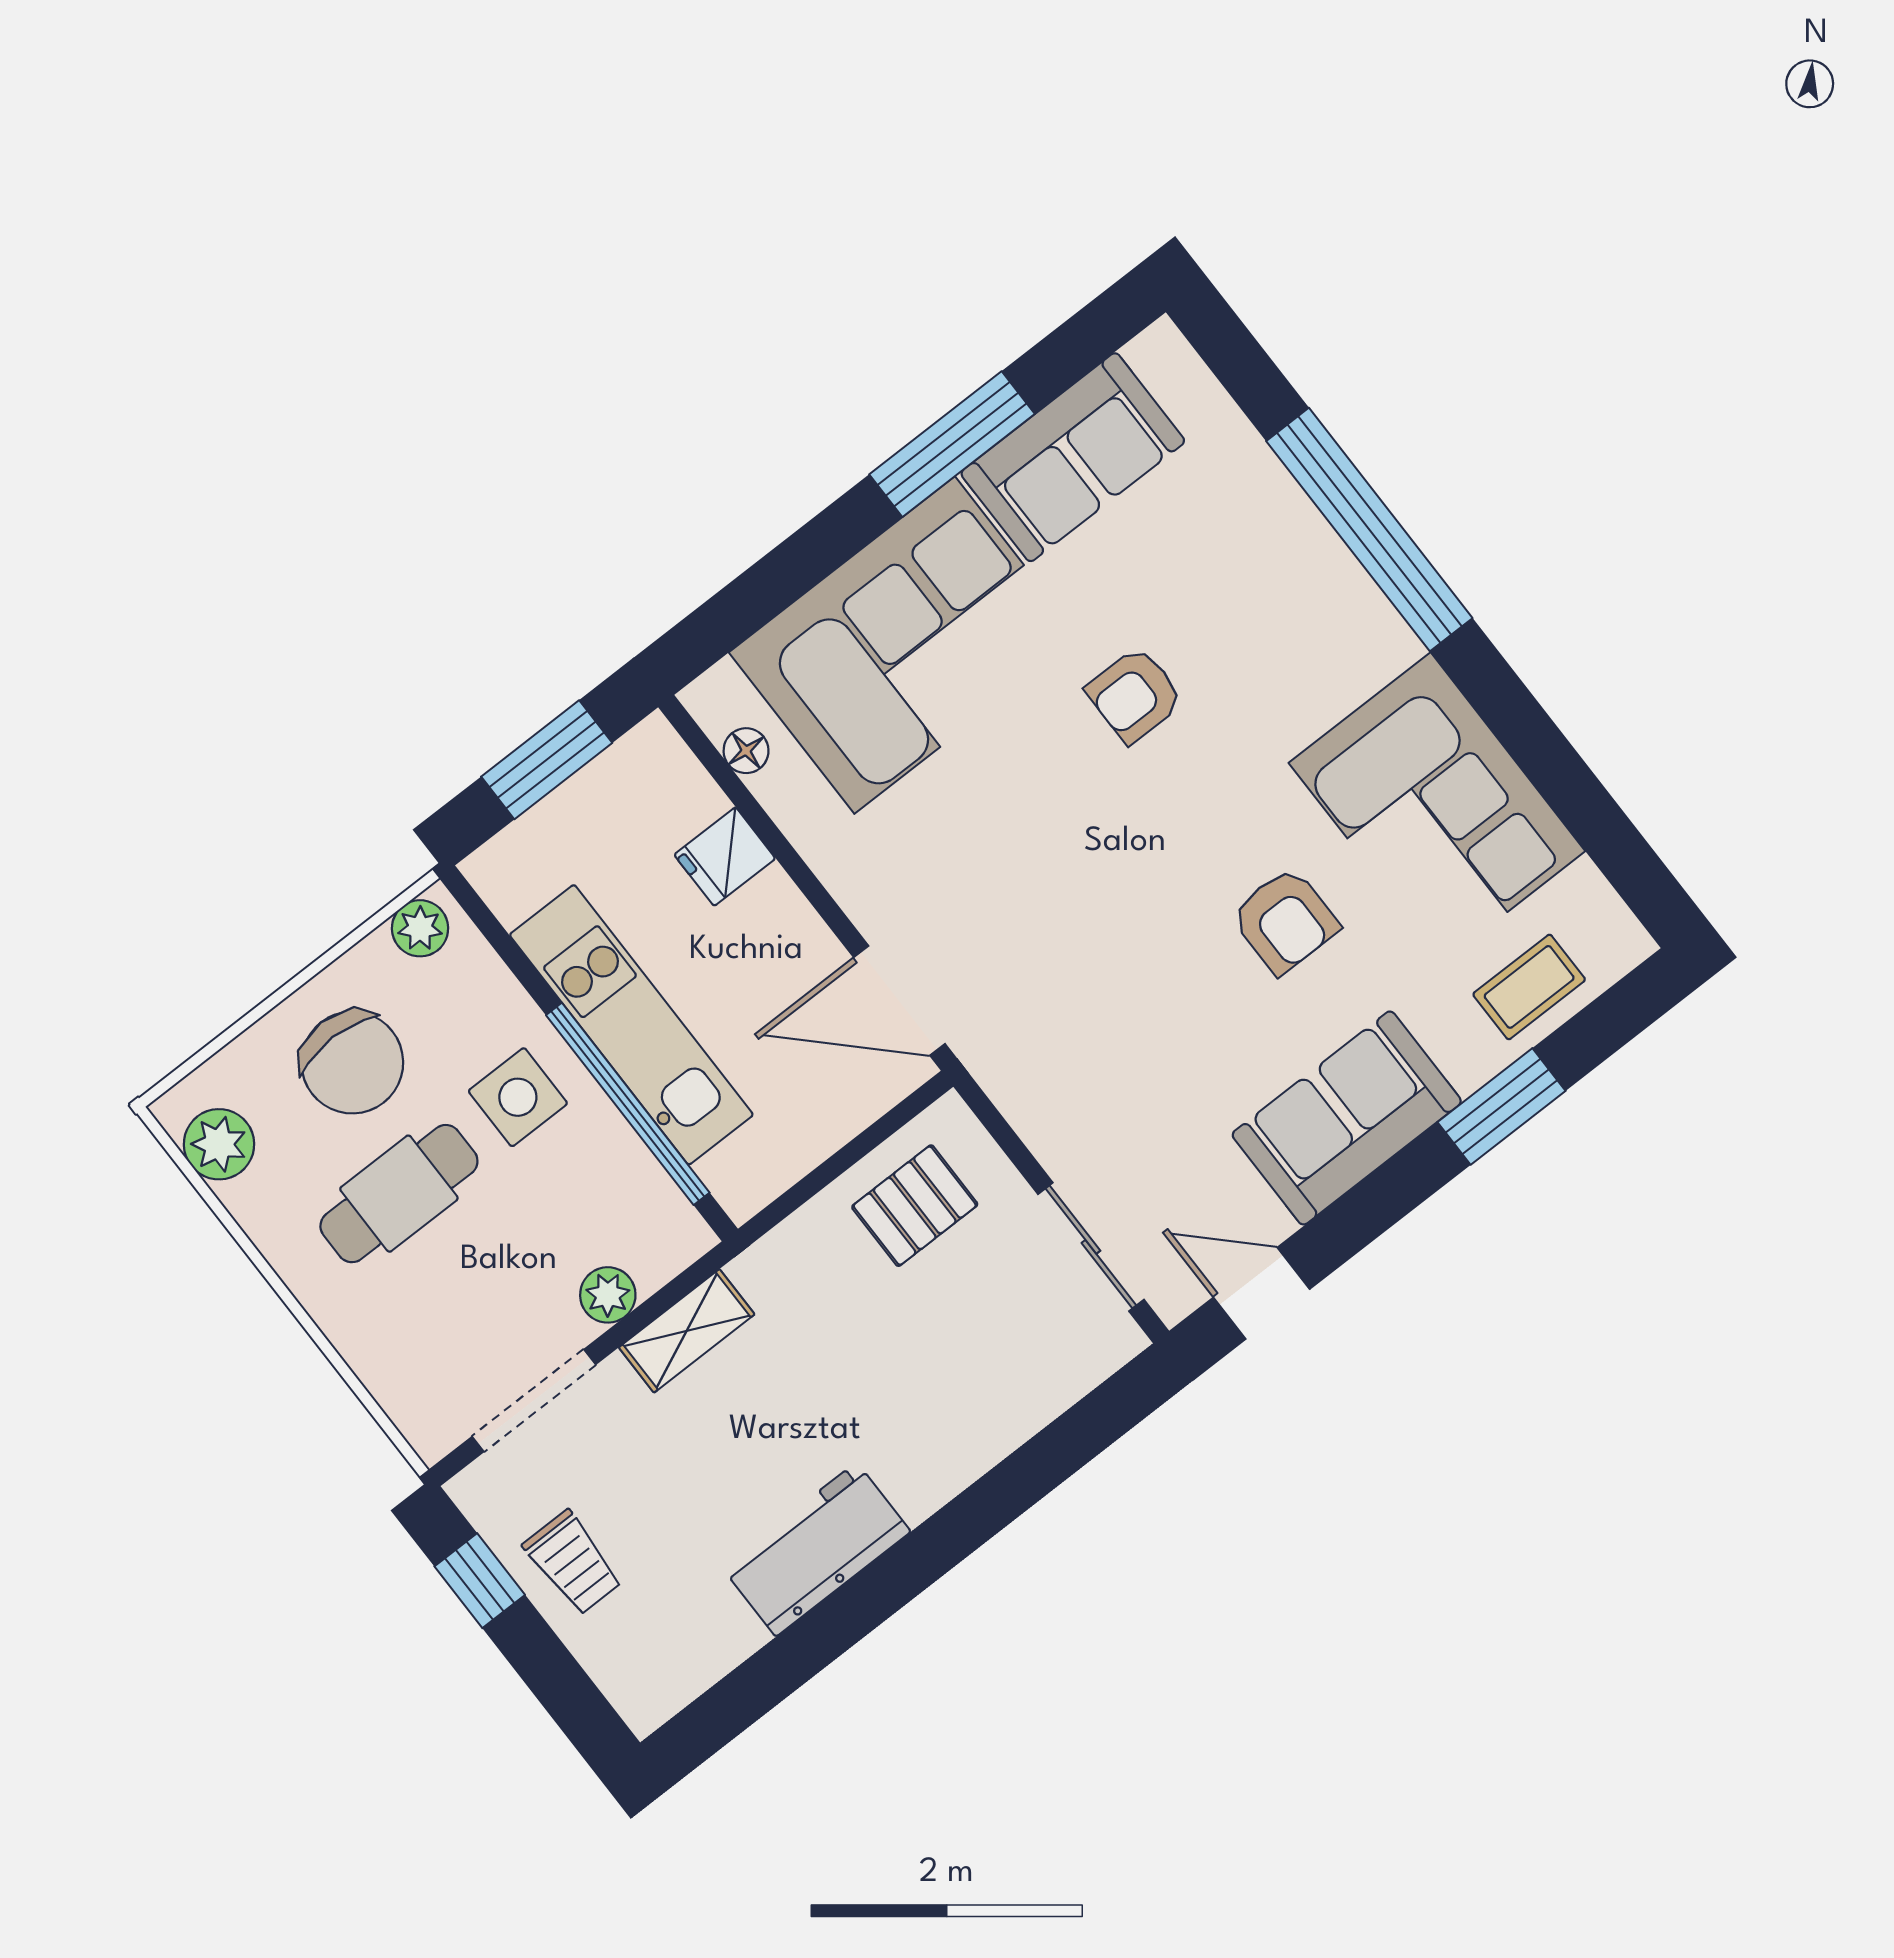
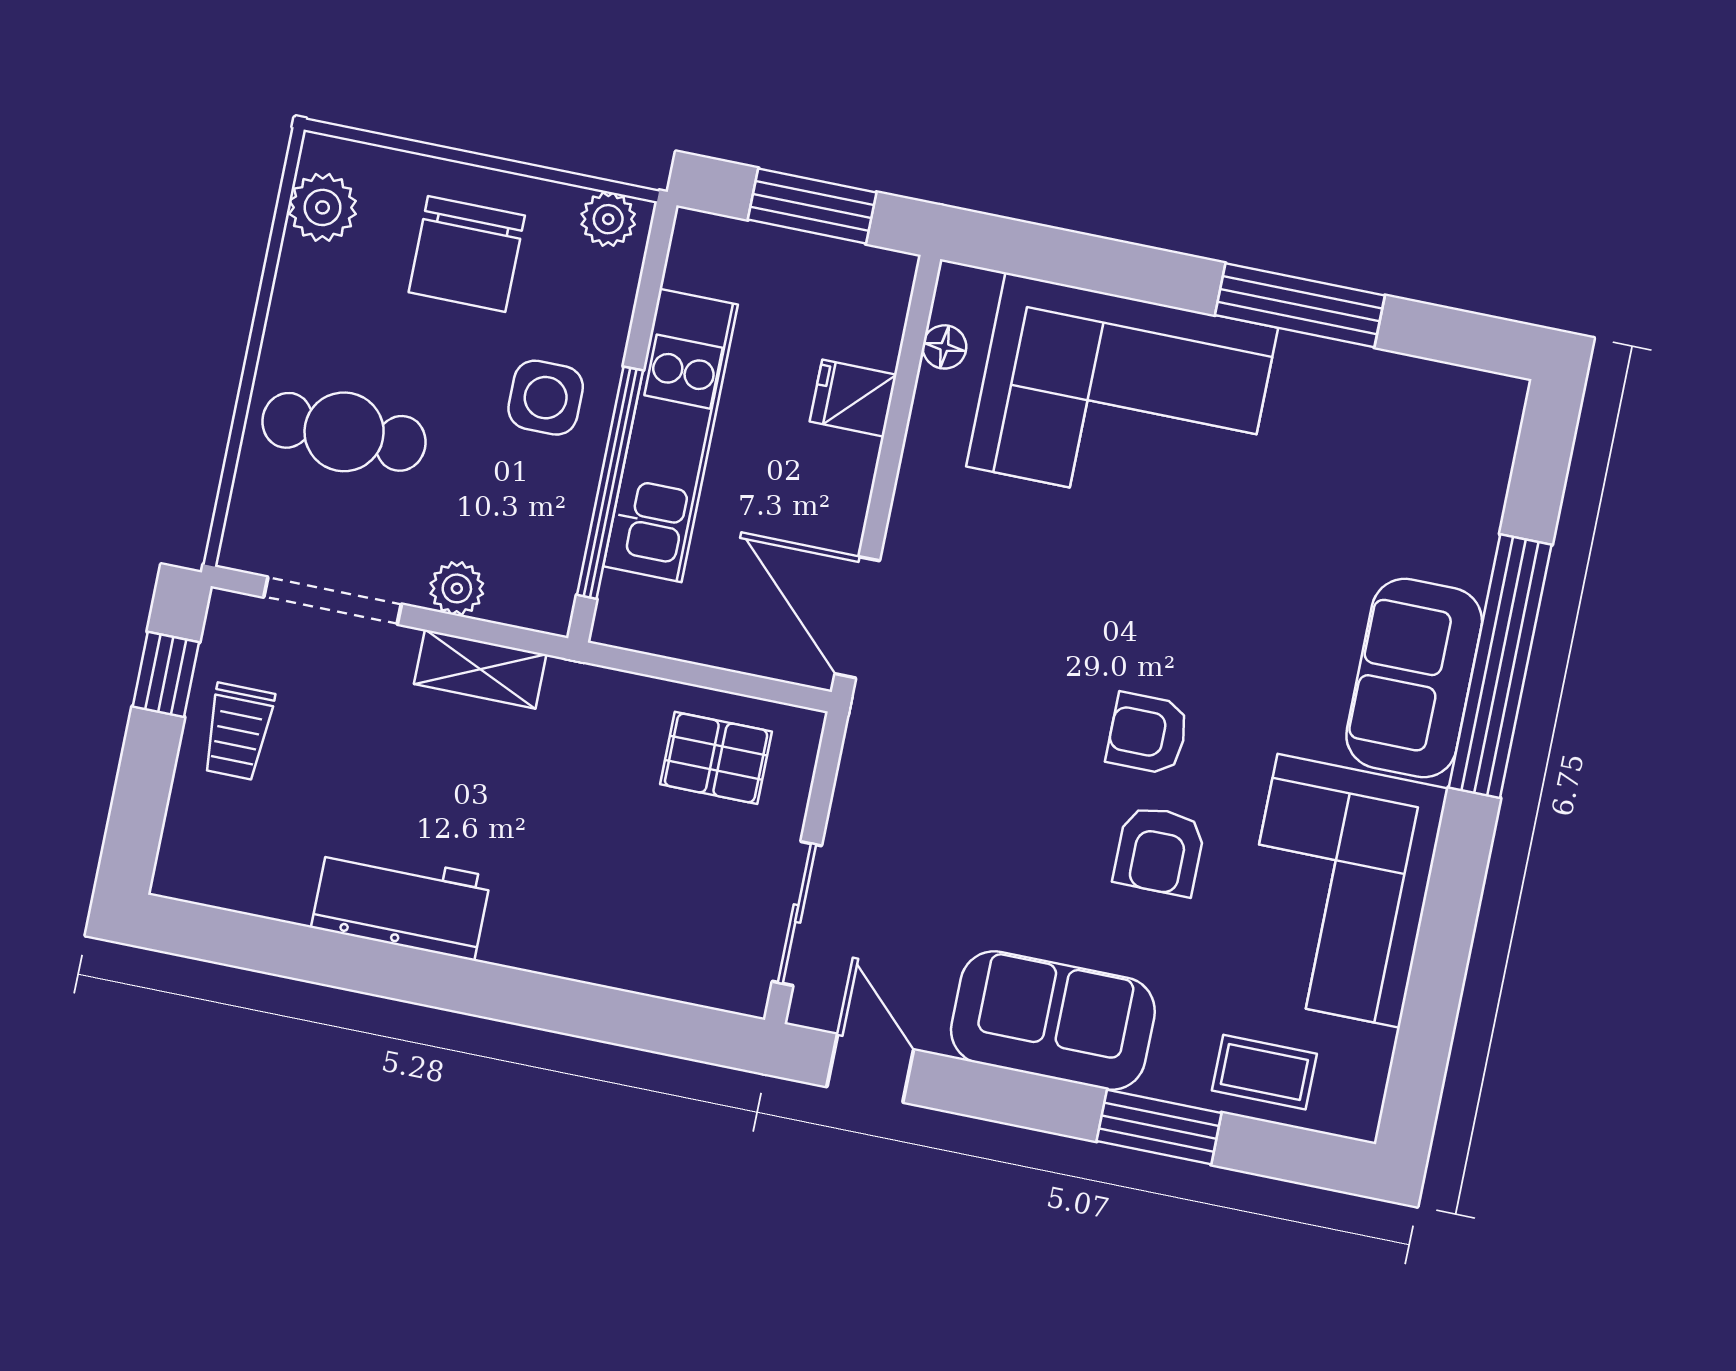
sofa: (1073, 457) -> (1414, 678), moved, turned 90
armchair: (1135, 695) -> (1148, 733), moved
cafe table: (399, 1194) -> (344, 432), moved

